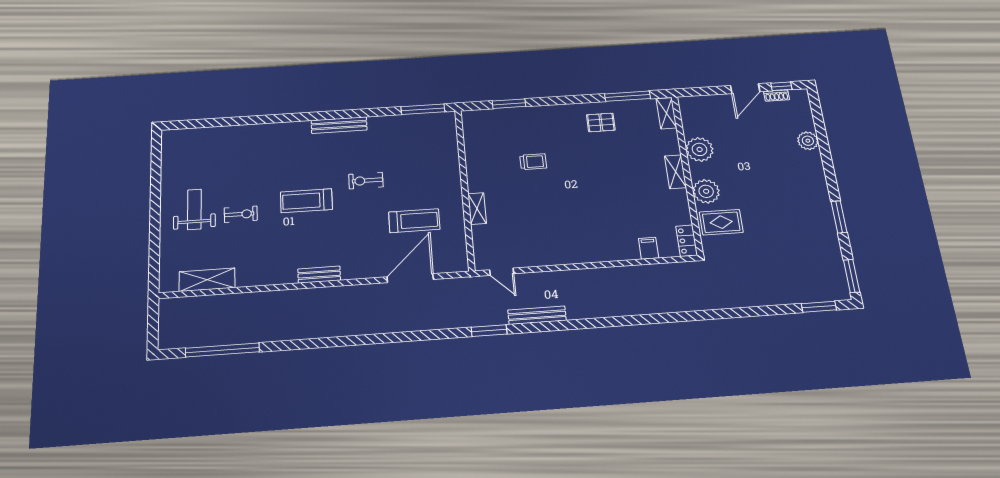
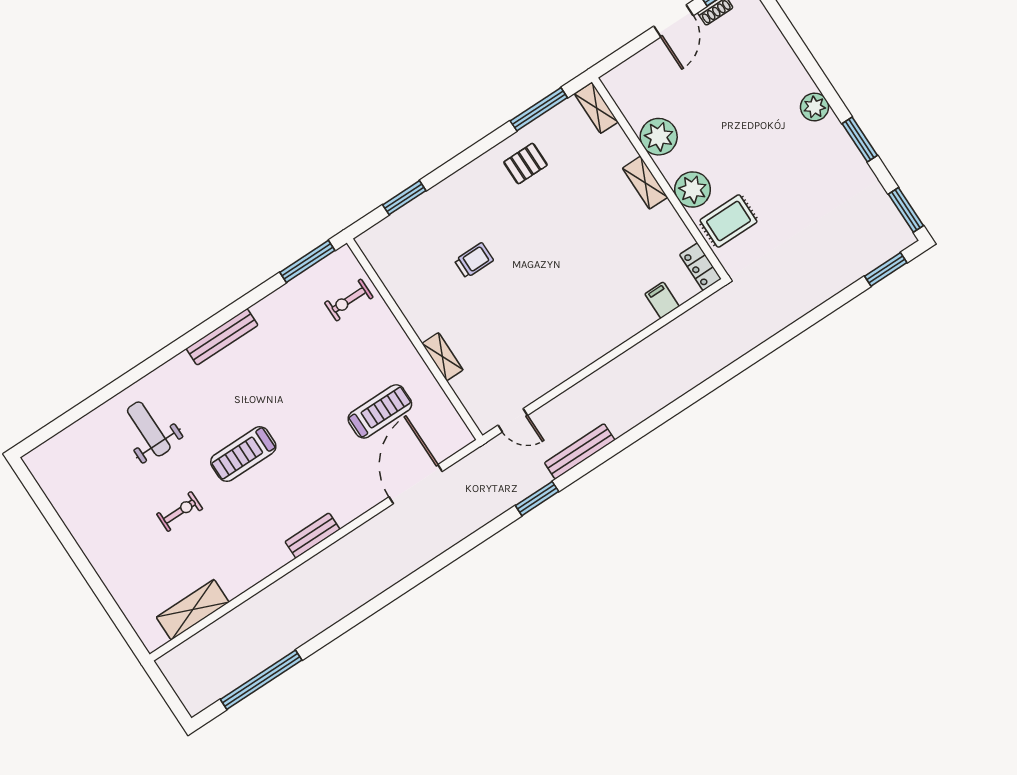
plant: (808, 141) -> (815, 107), moved
exercise bike: (366, 181) -> (349, 300), moved
weight bench: (194, 209) -> (149, 429), moved

